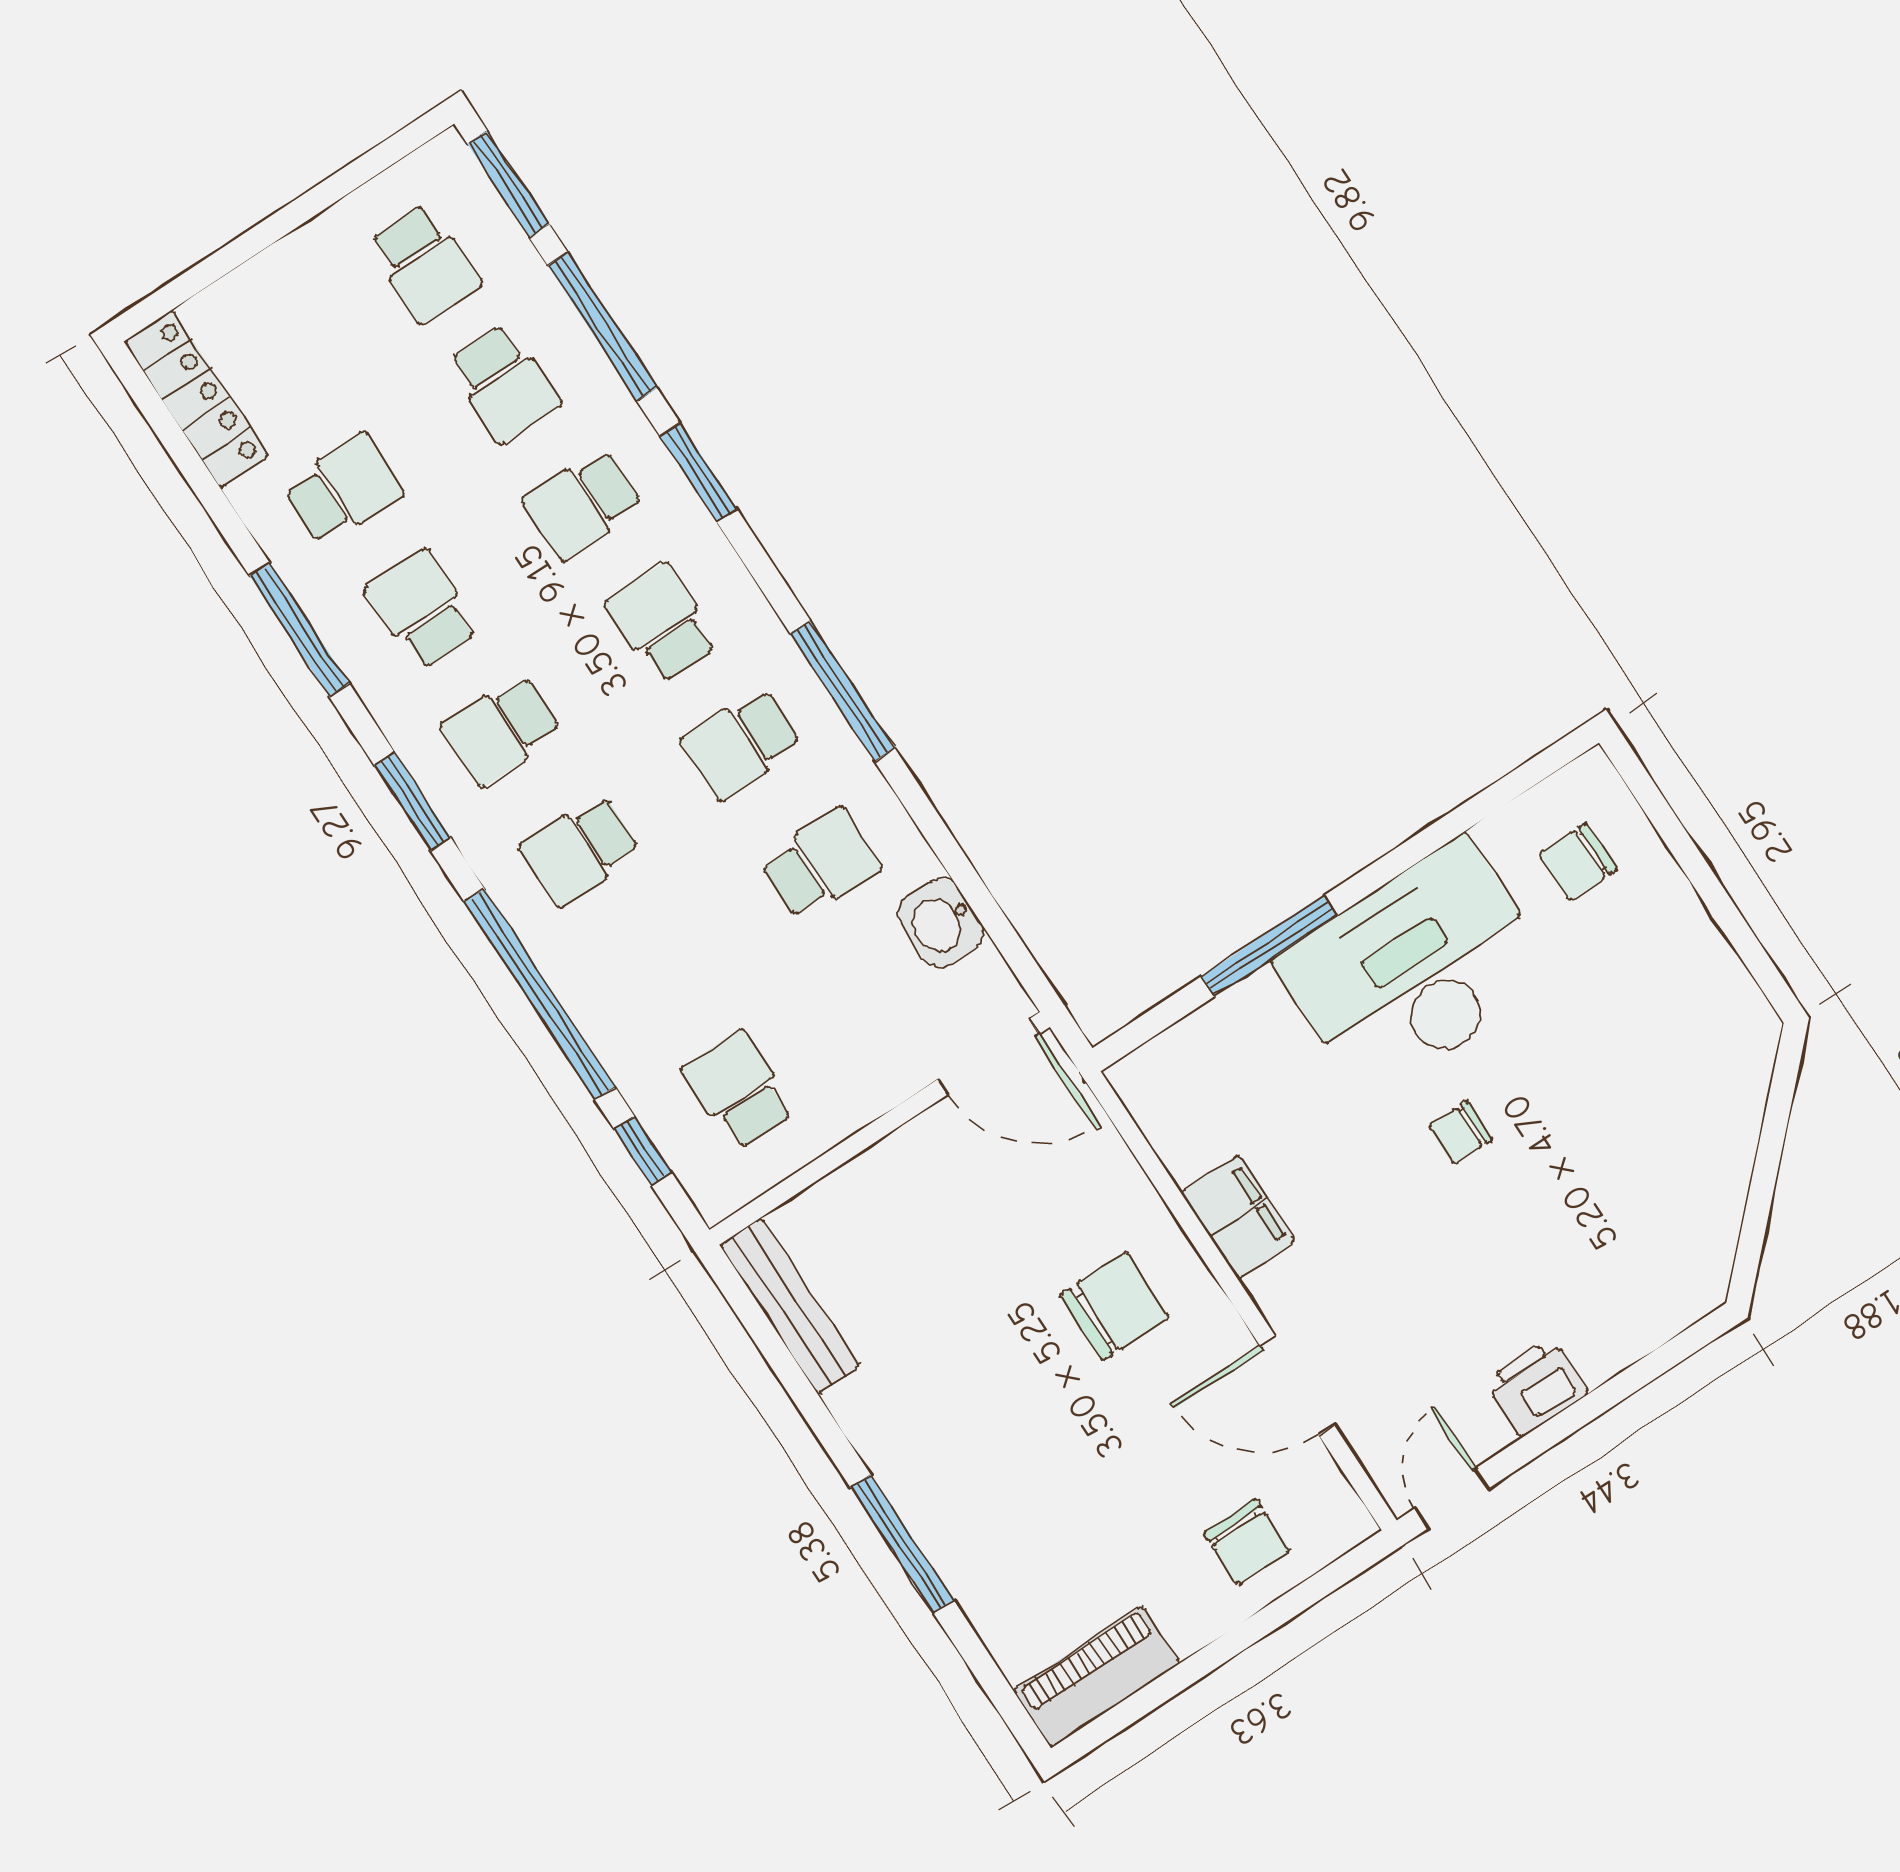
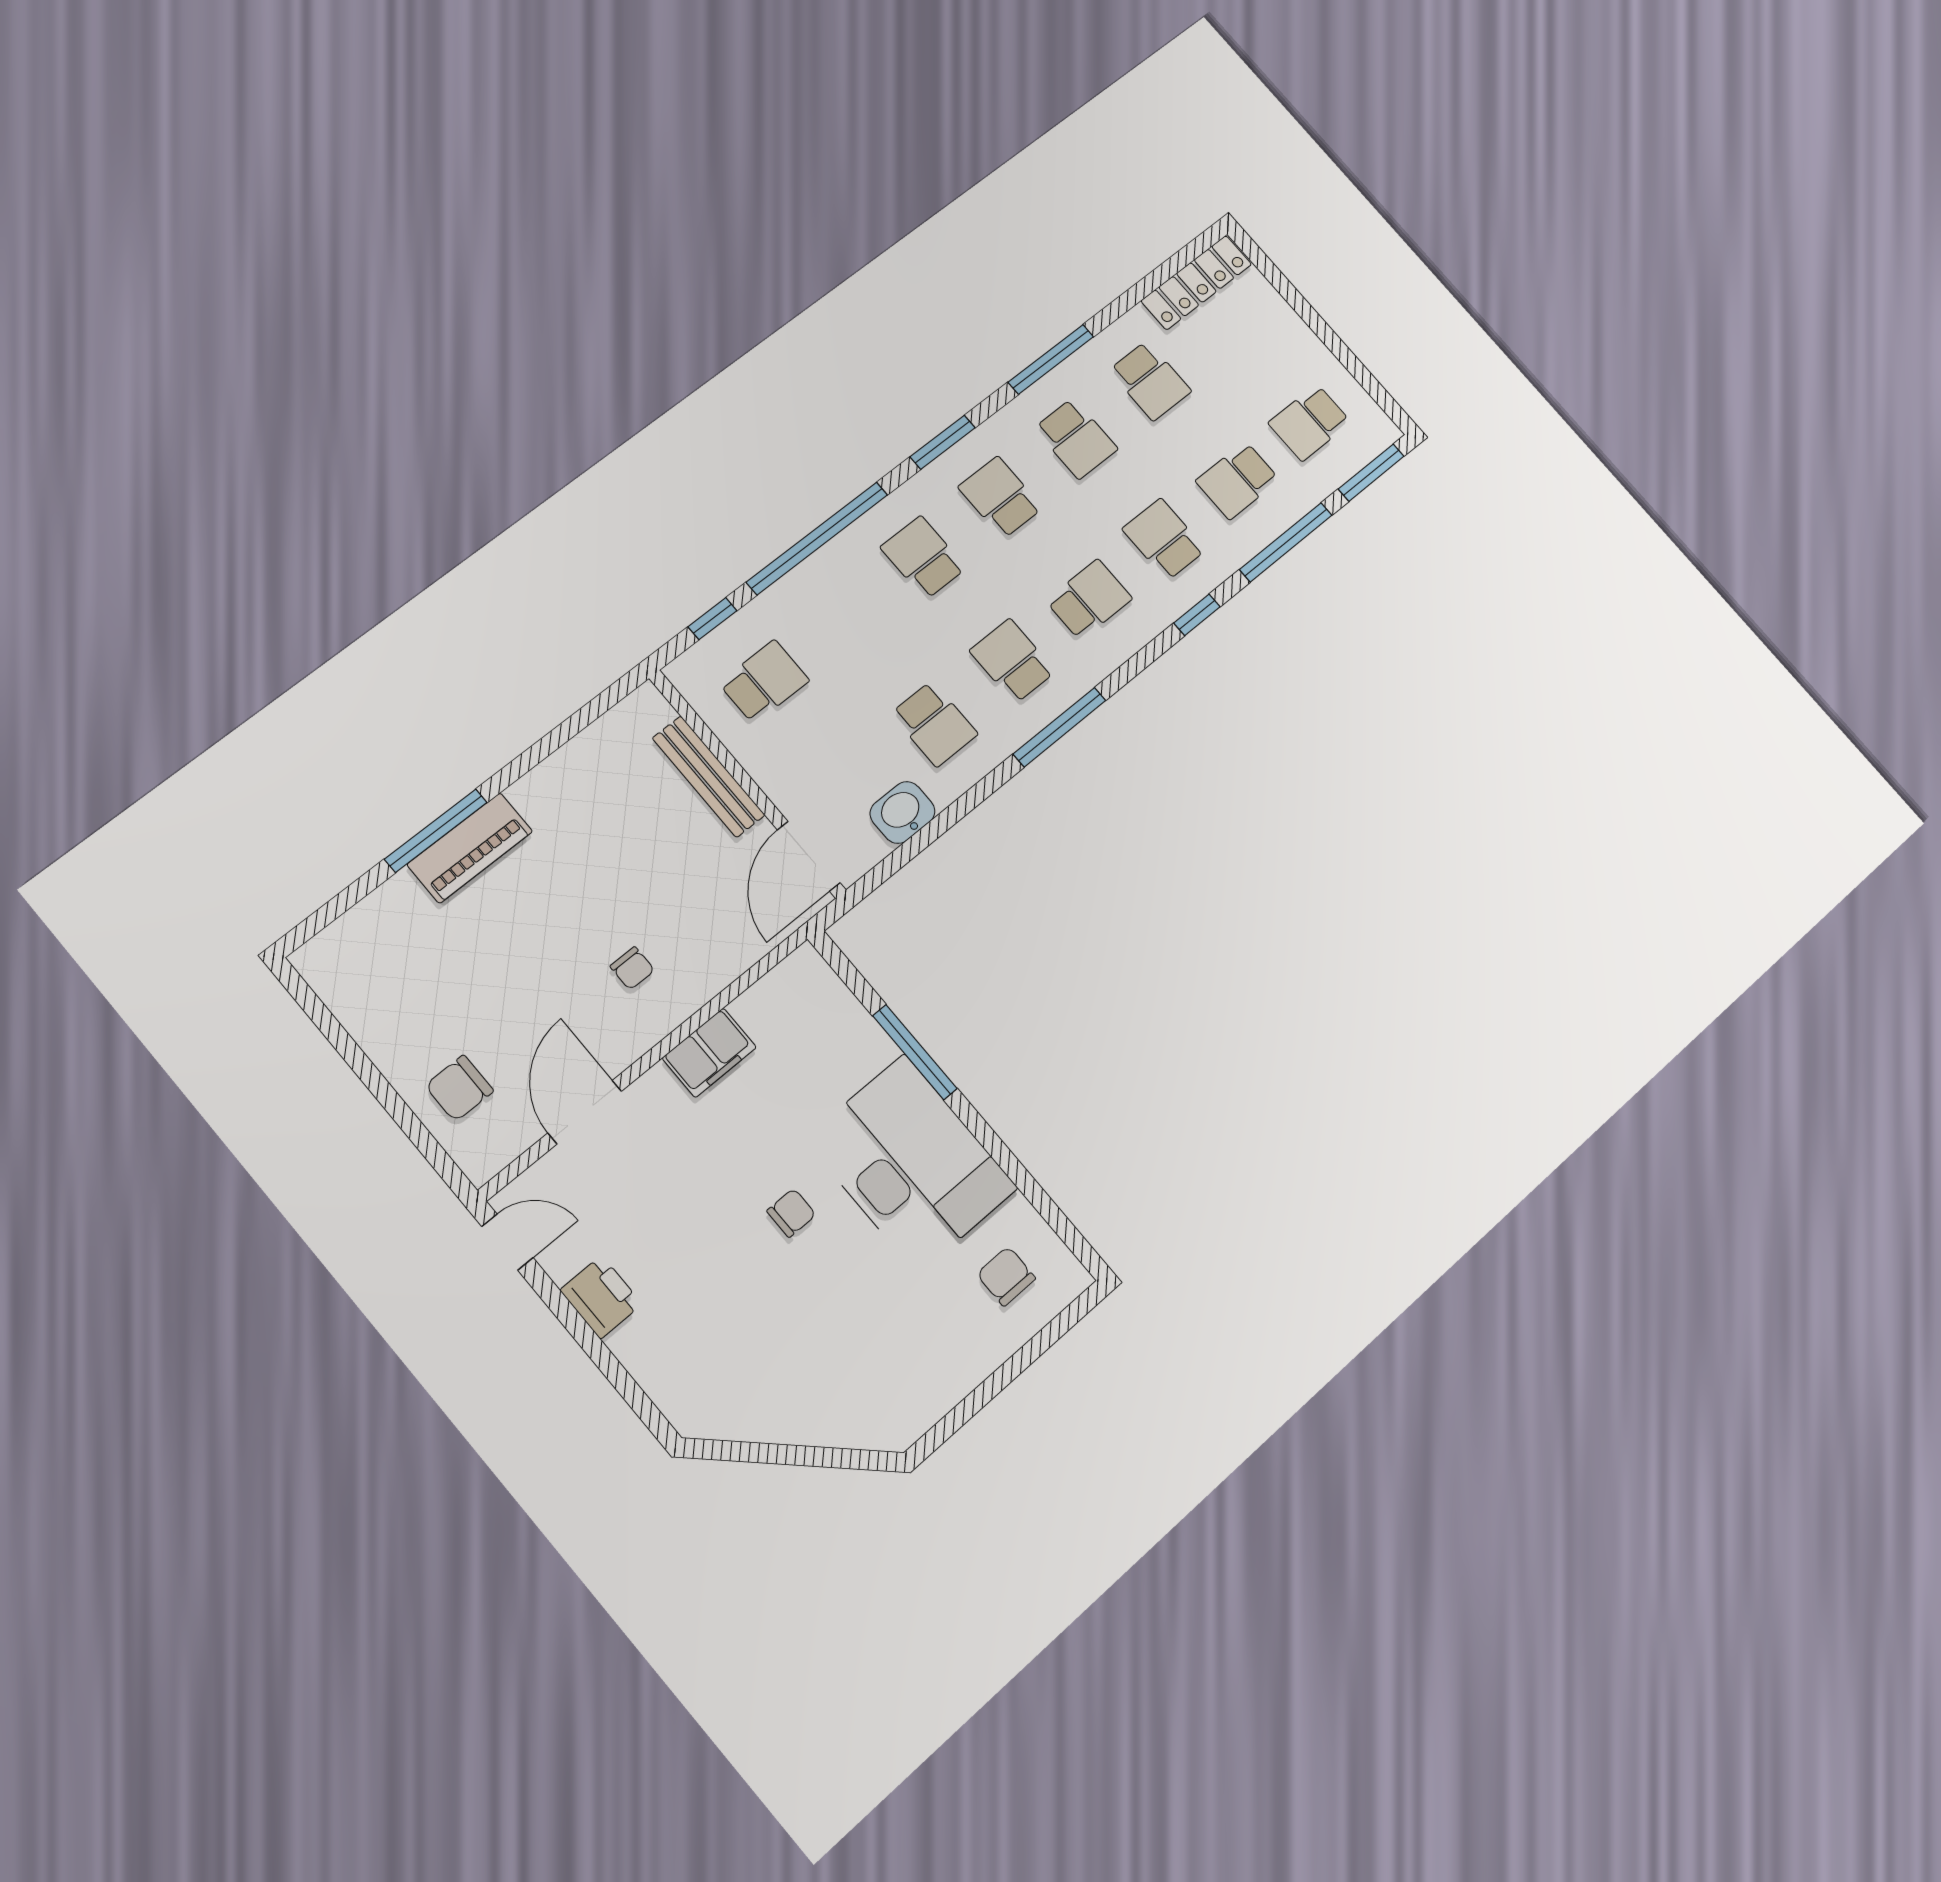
window: (698, 472) -> (1197, 615), width x0.67
school desk: (422, 610) -> (1076, 439), turned 90
chair: (1460, 1133) -> (791, 1213), turned 90
bench: (789, 1306) -> (709, 777), moved, turned 90
chair: (1115, 1306) -> (632, 968), width x0.54, depth x0.54
piano: (1097, 1677) -> (470, 848), moved, turned 90

